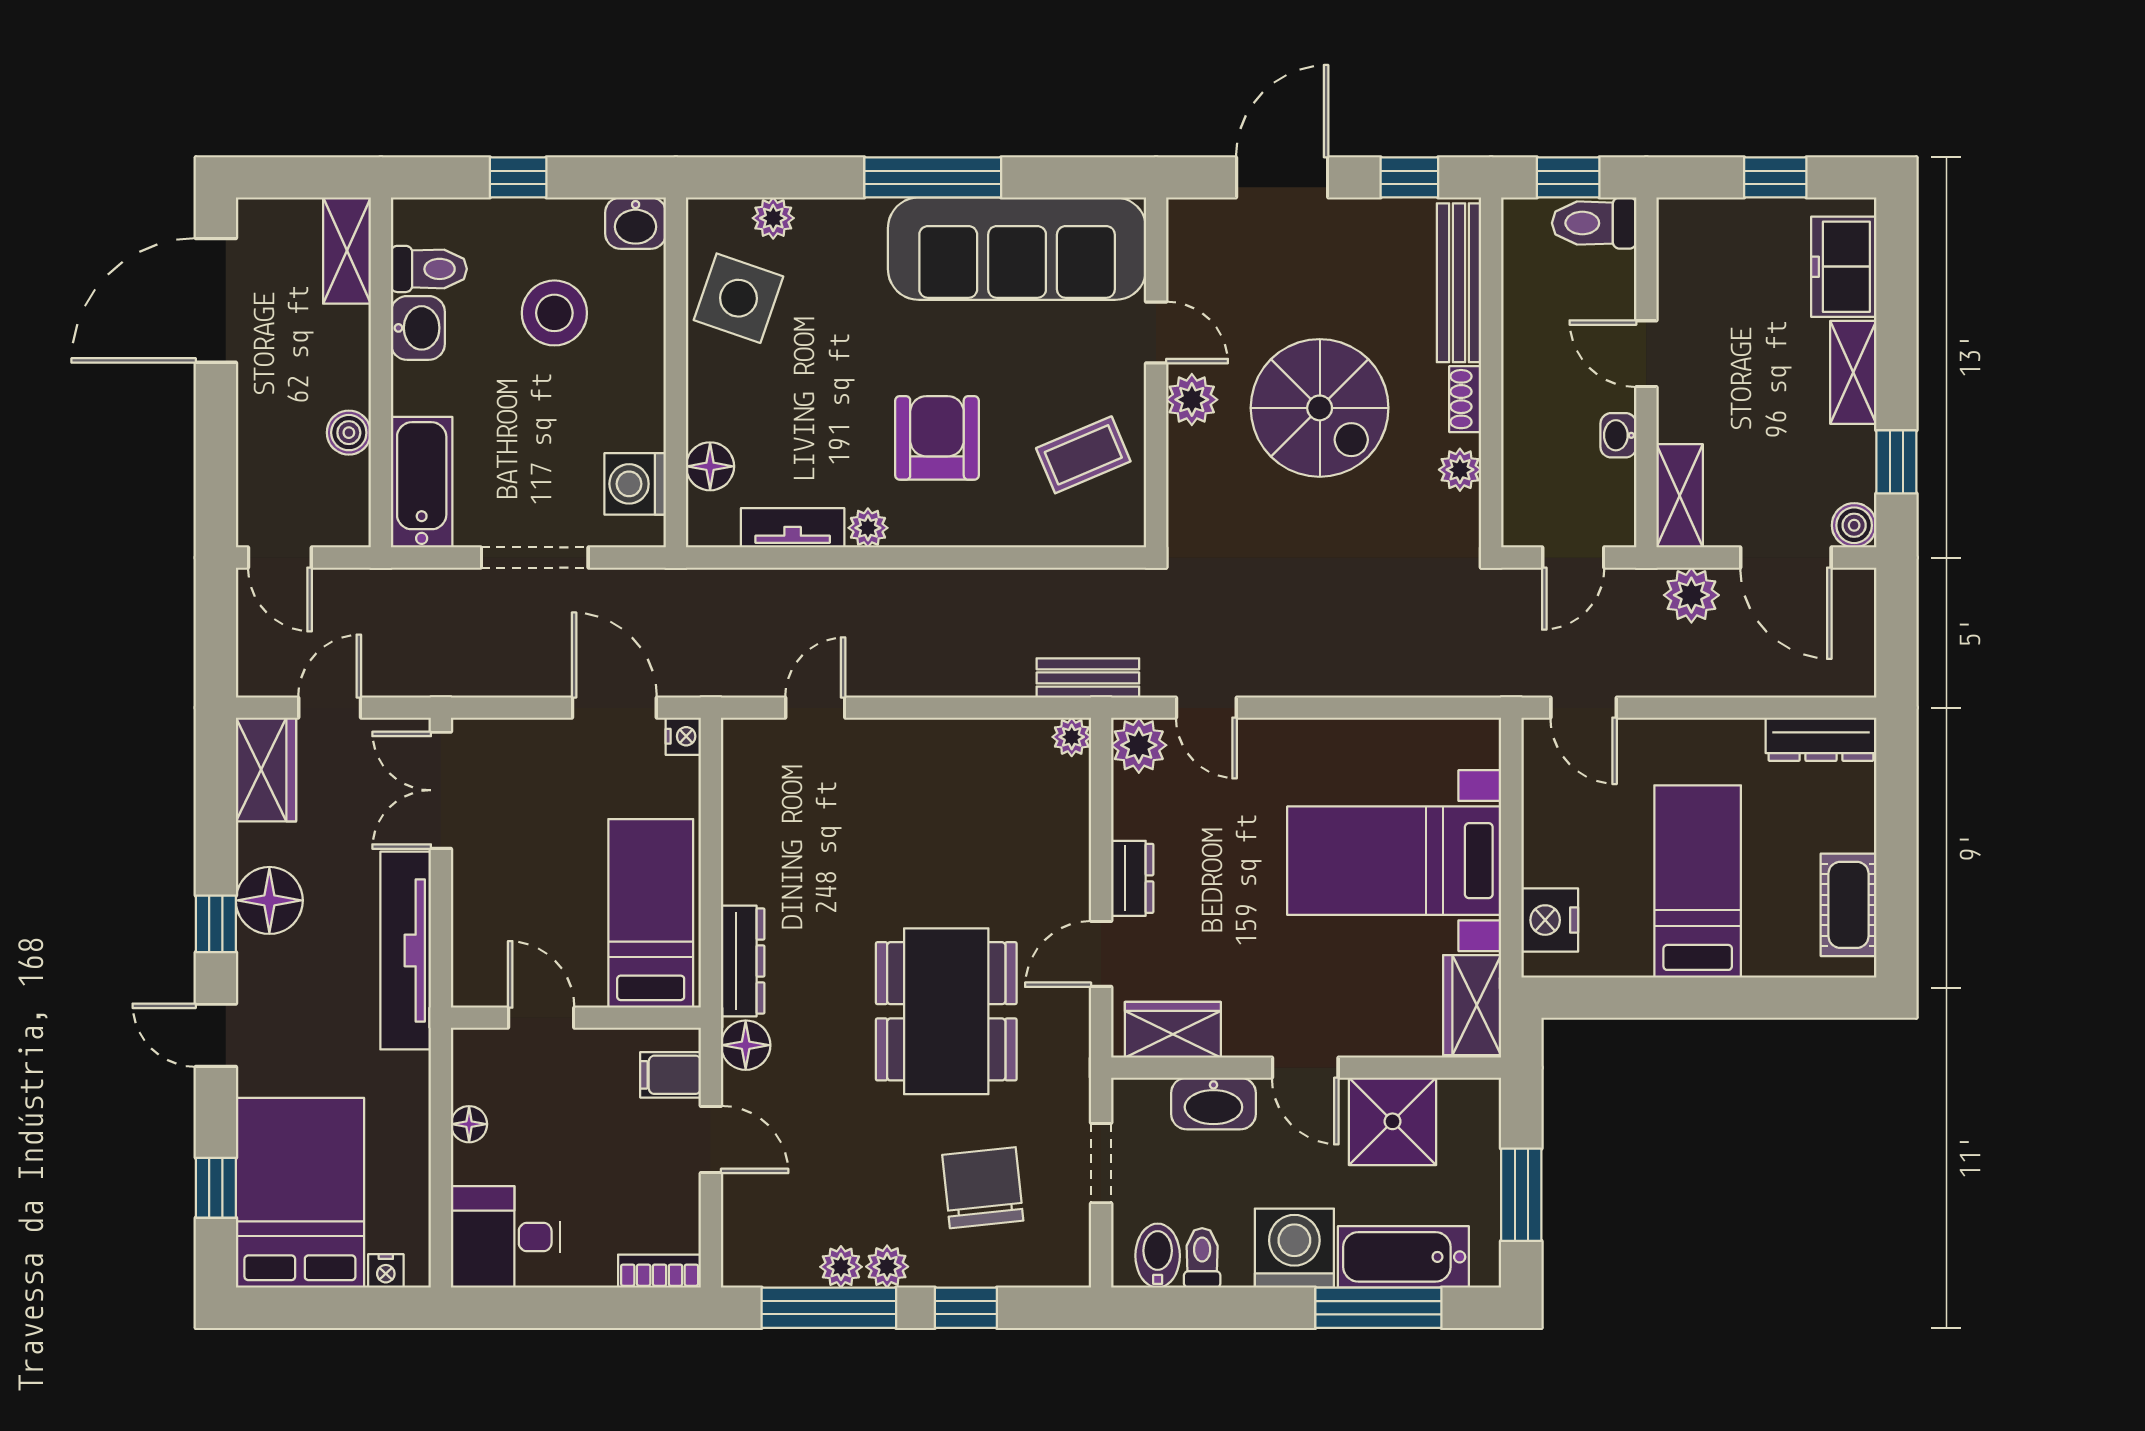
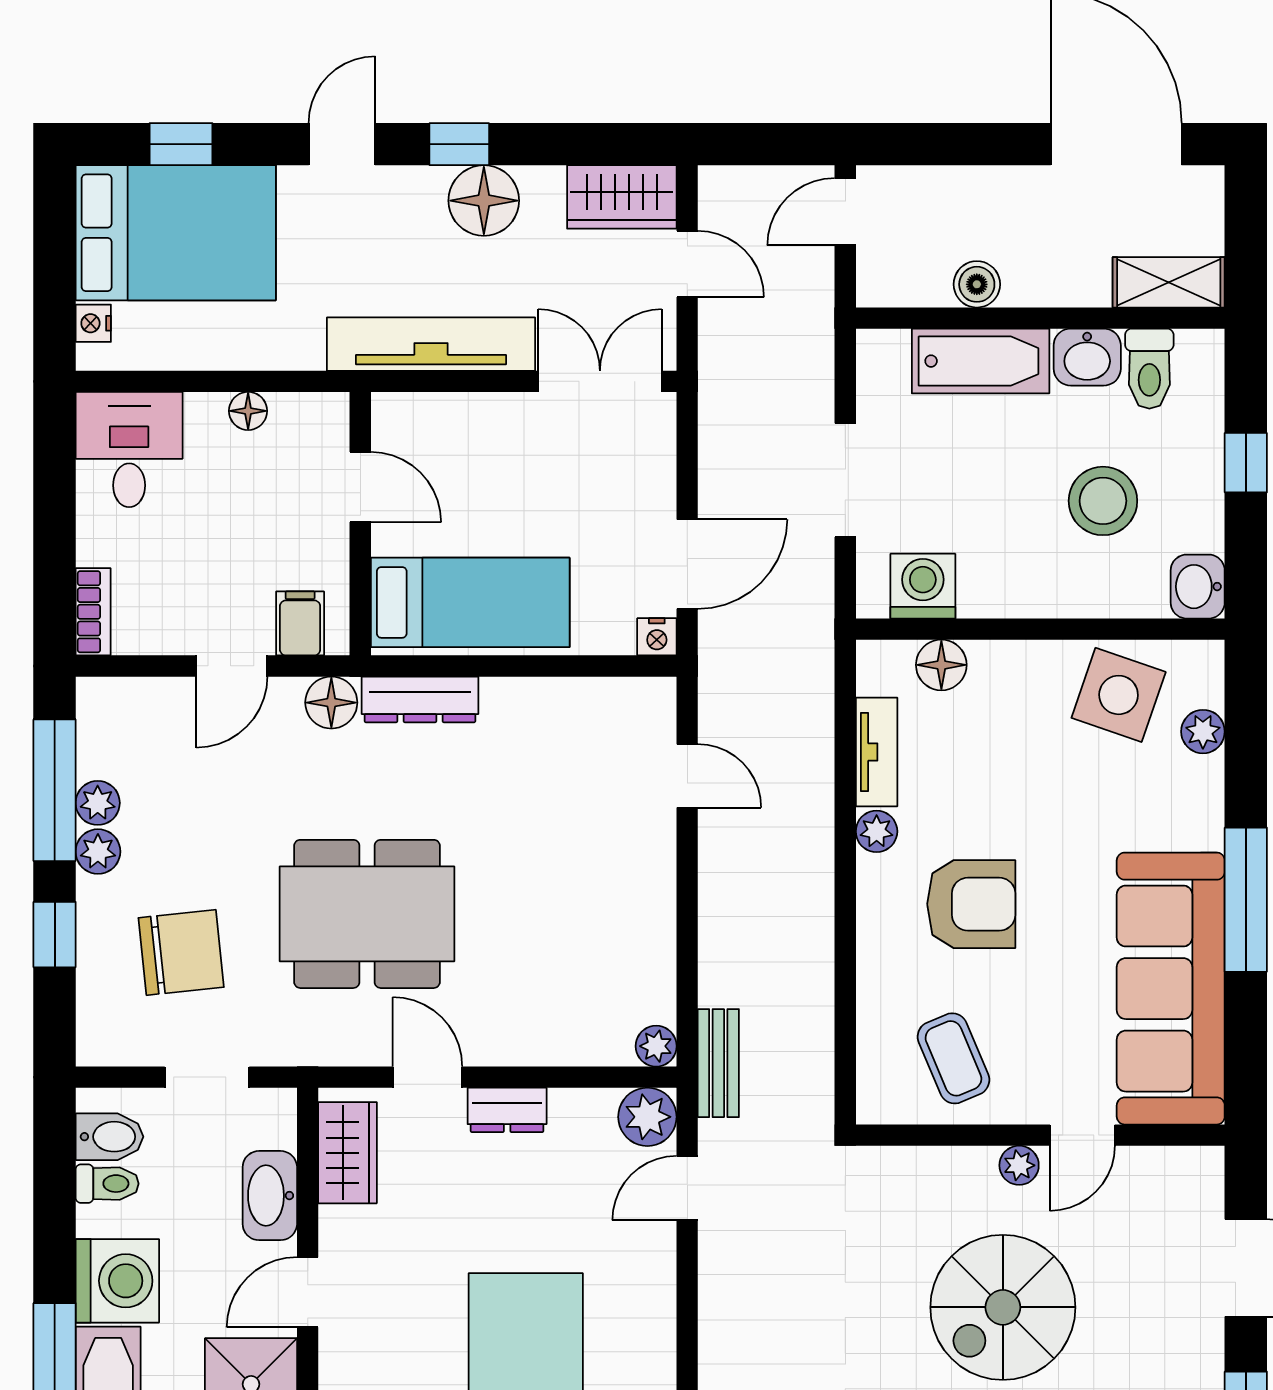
plant: (1192, 400) -> (1019, 1165), width x0.73, depth x0.73
bathtub: (422, 482) -> (981, 361), moved
door: (541, 1018) -> (360, 487), hinge flipped

